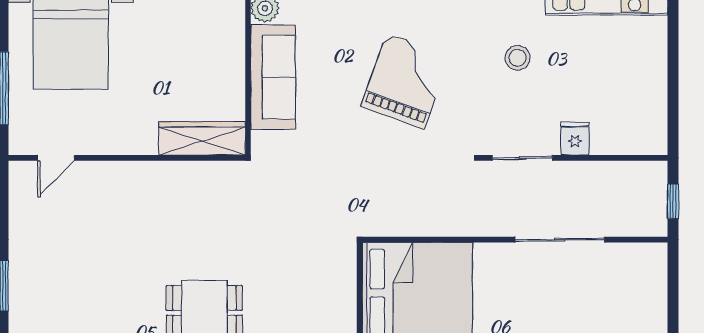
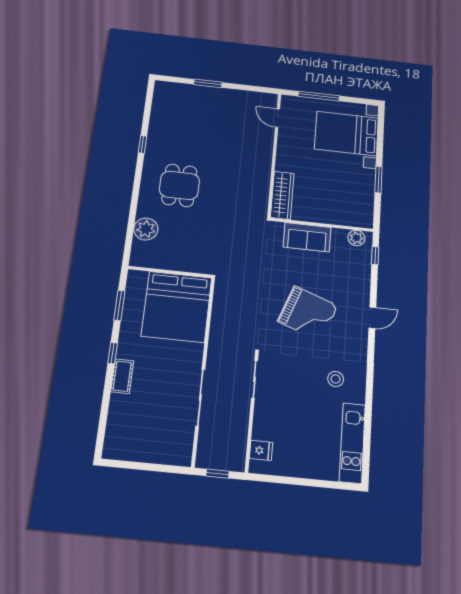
stool: (518, 58) -> (336, 379), moved
sofa: (273, 77) -> (307, 237), width x0.73
fridge: (575, 138) -> (261, 450), moved

